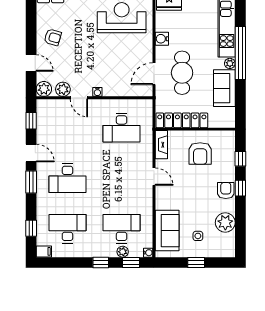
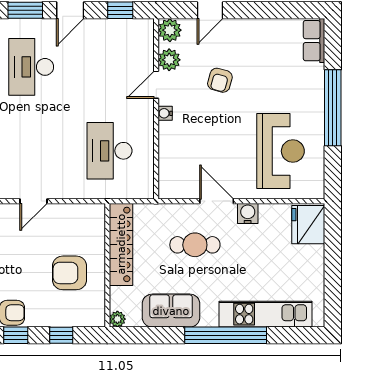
armchair: (53, 37) -> (220, 80), moved
plant: (230, 63) -> (117, 319), moved
cafe table: (182, 73) -> (195, 245), width x0.73, depth x0.74
door: (154, 74) -> (217, 201), moved
fireplace: (161, 145) -> (83, 213), removed

